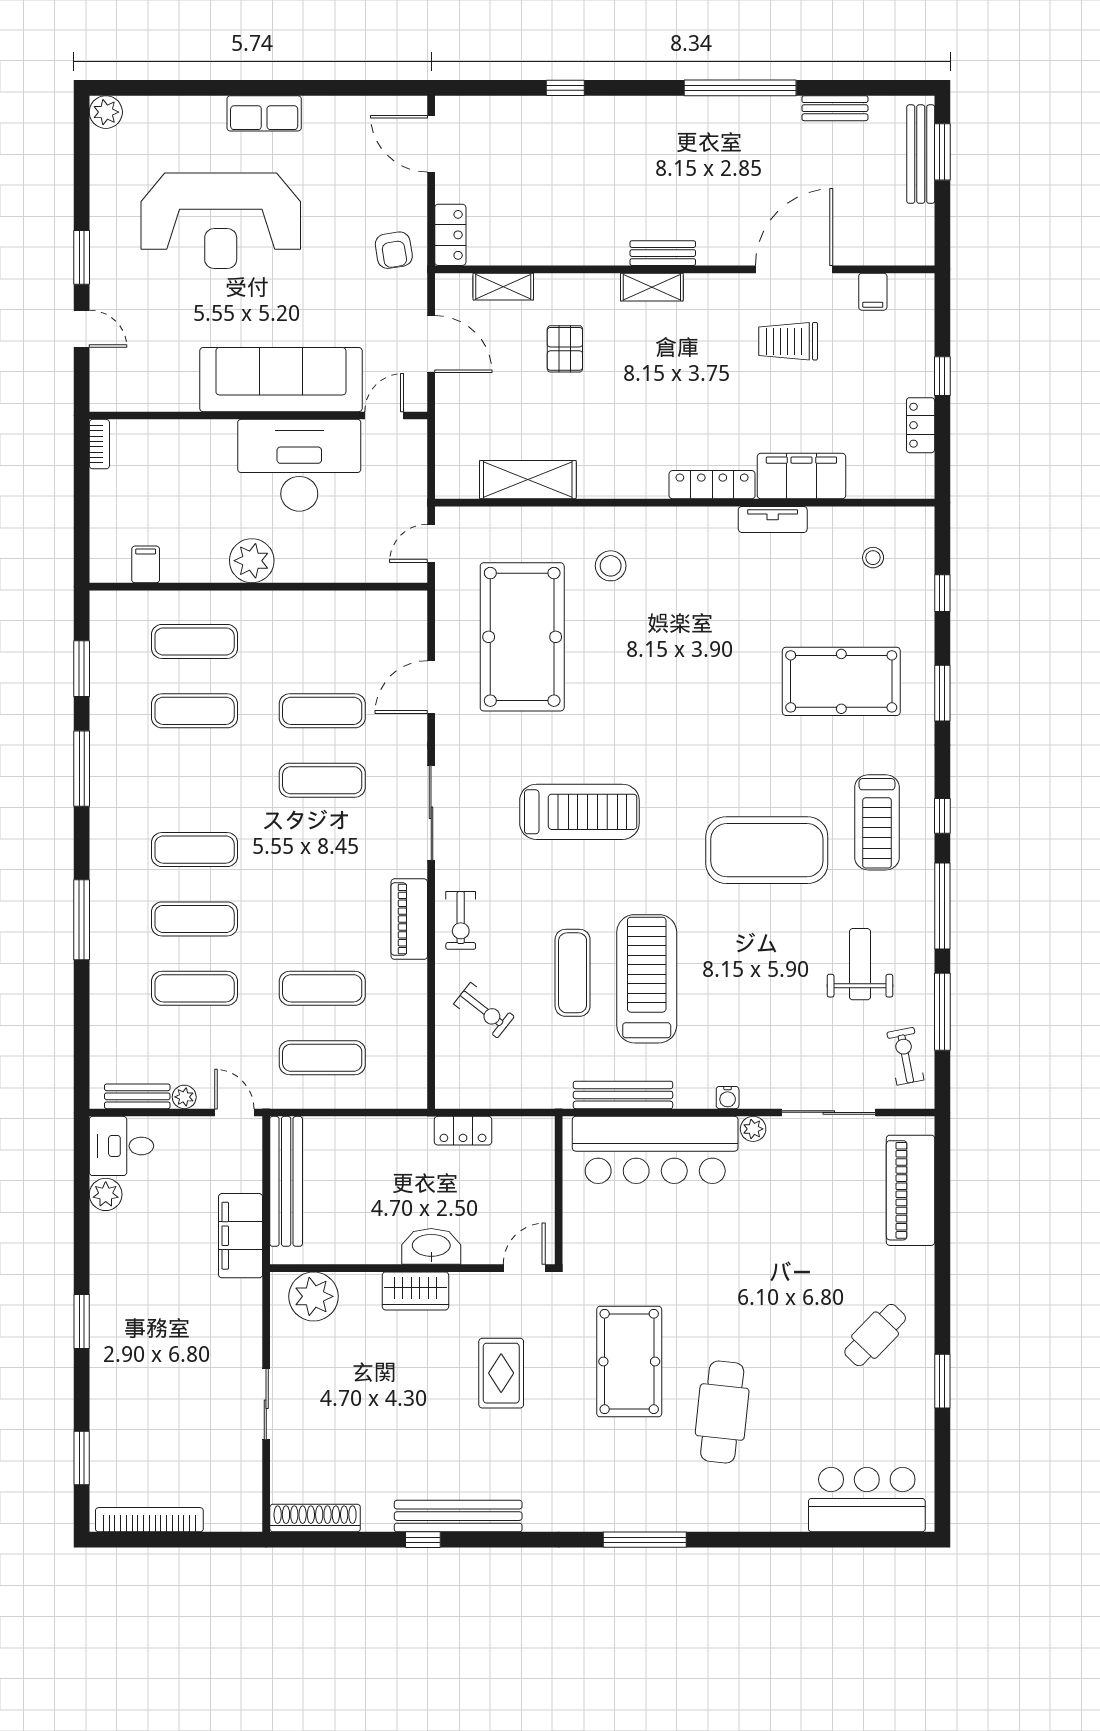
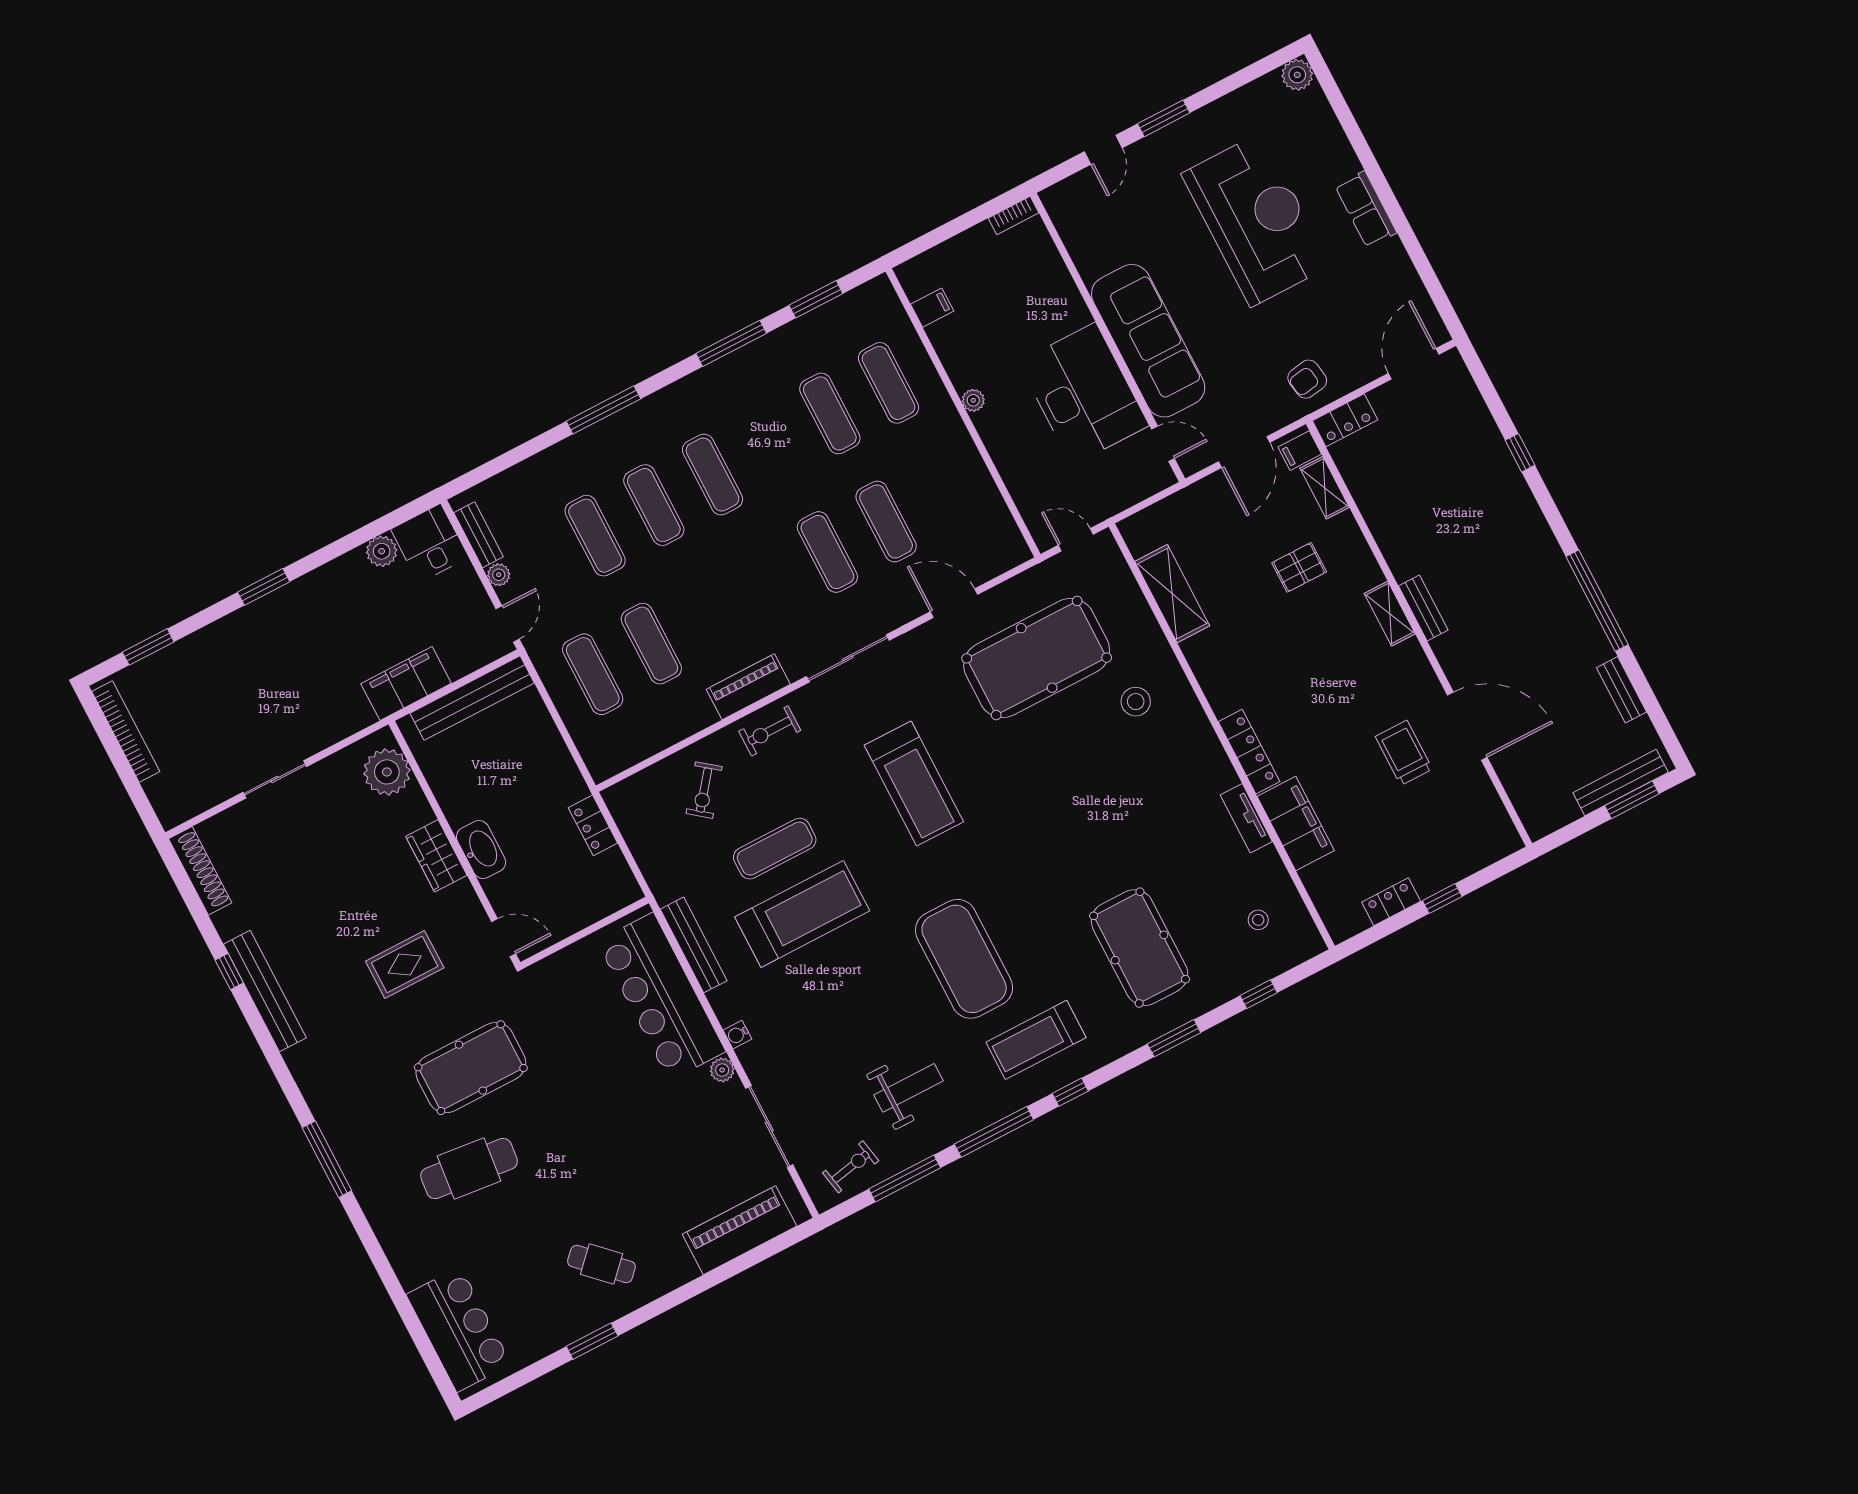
reception desk: (221, 221) -> (1256, 220), turned 180
filing cabinet: (873, 292) -> (1300, 451), moved
plant: (252, 561) -> (973, 400), width x0.53, depth x0.53

